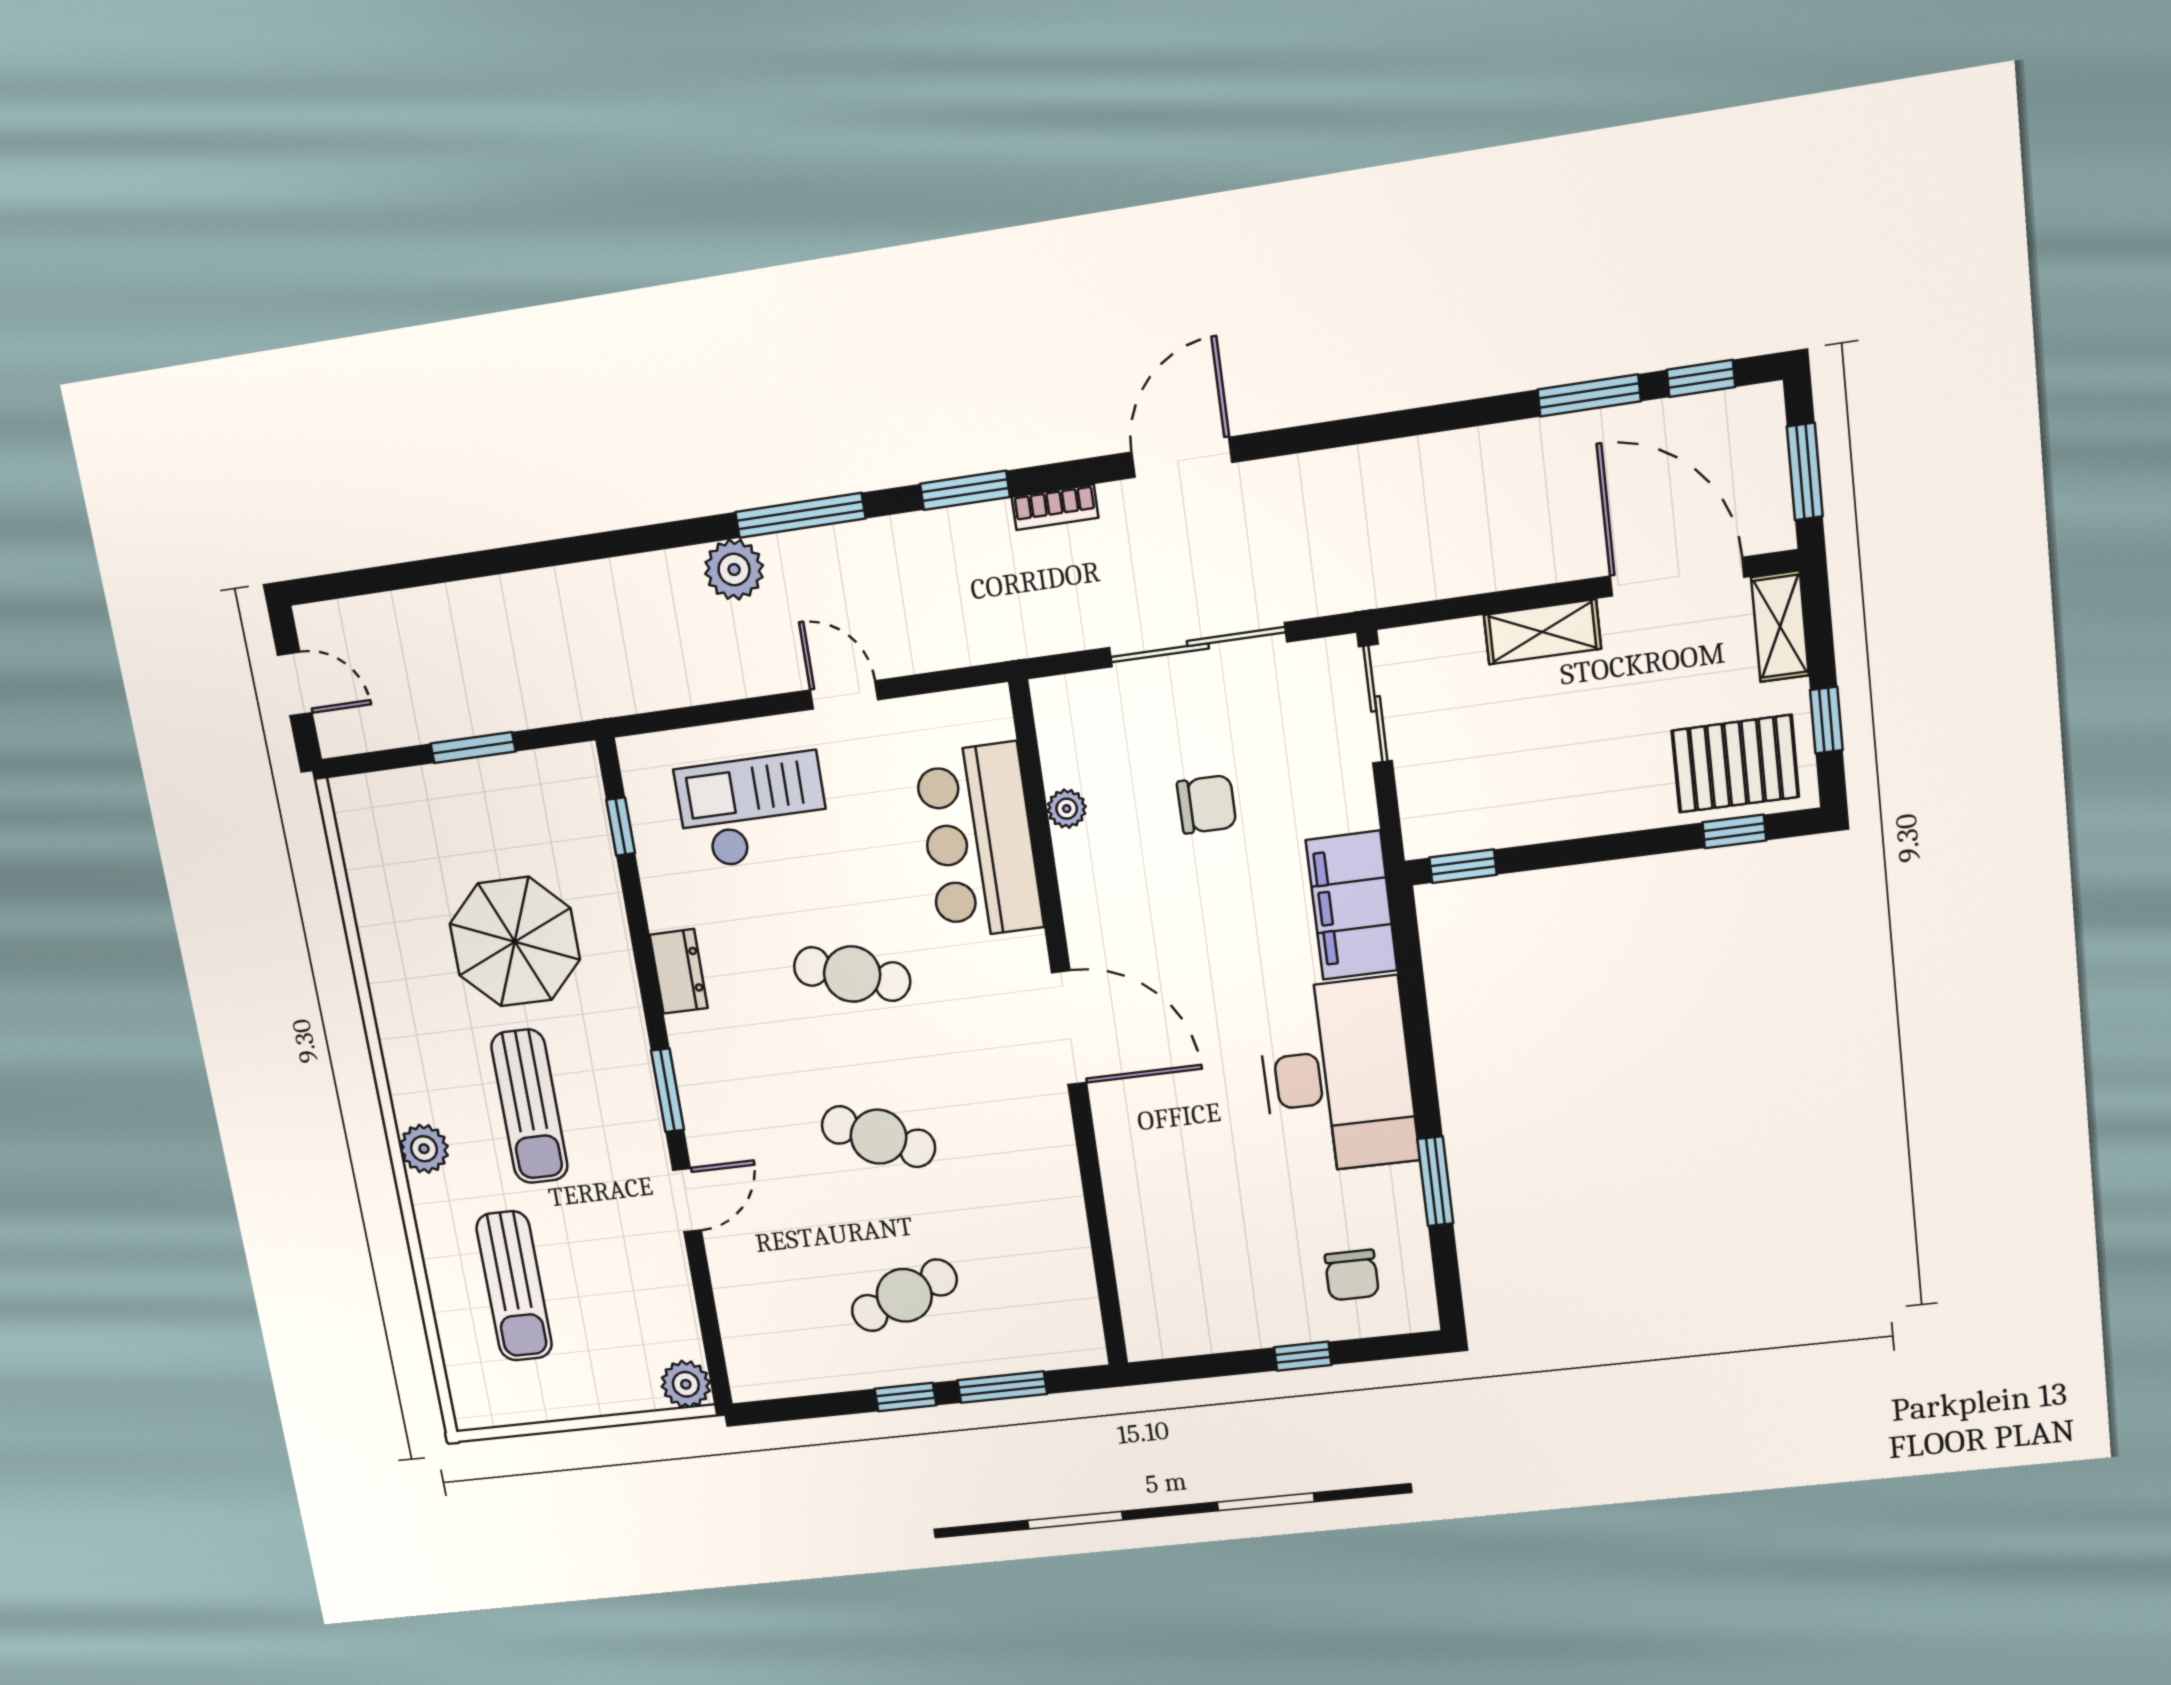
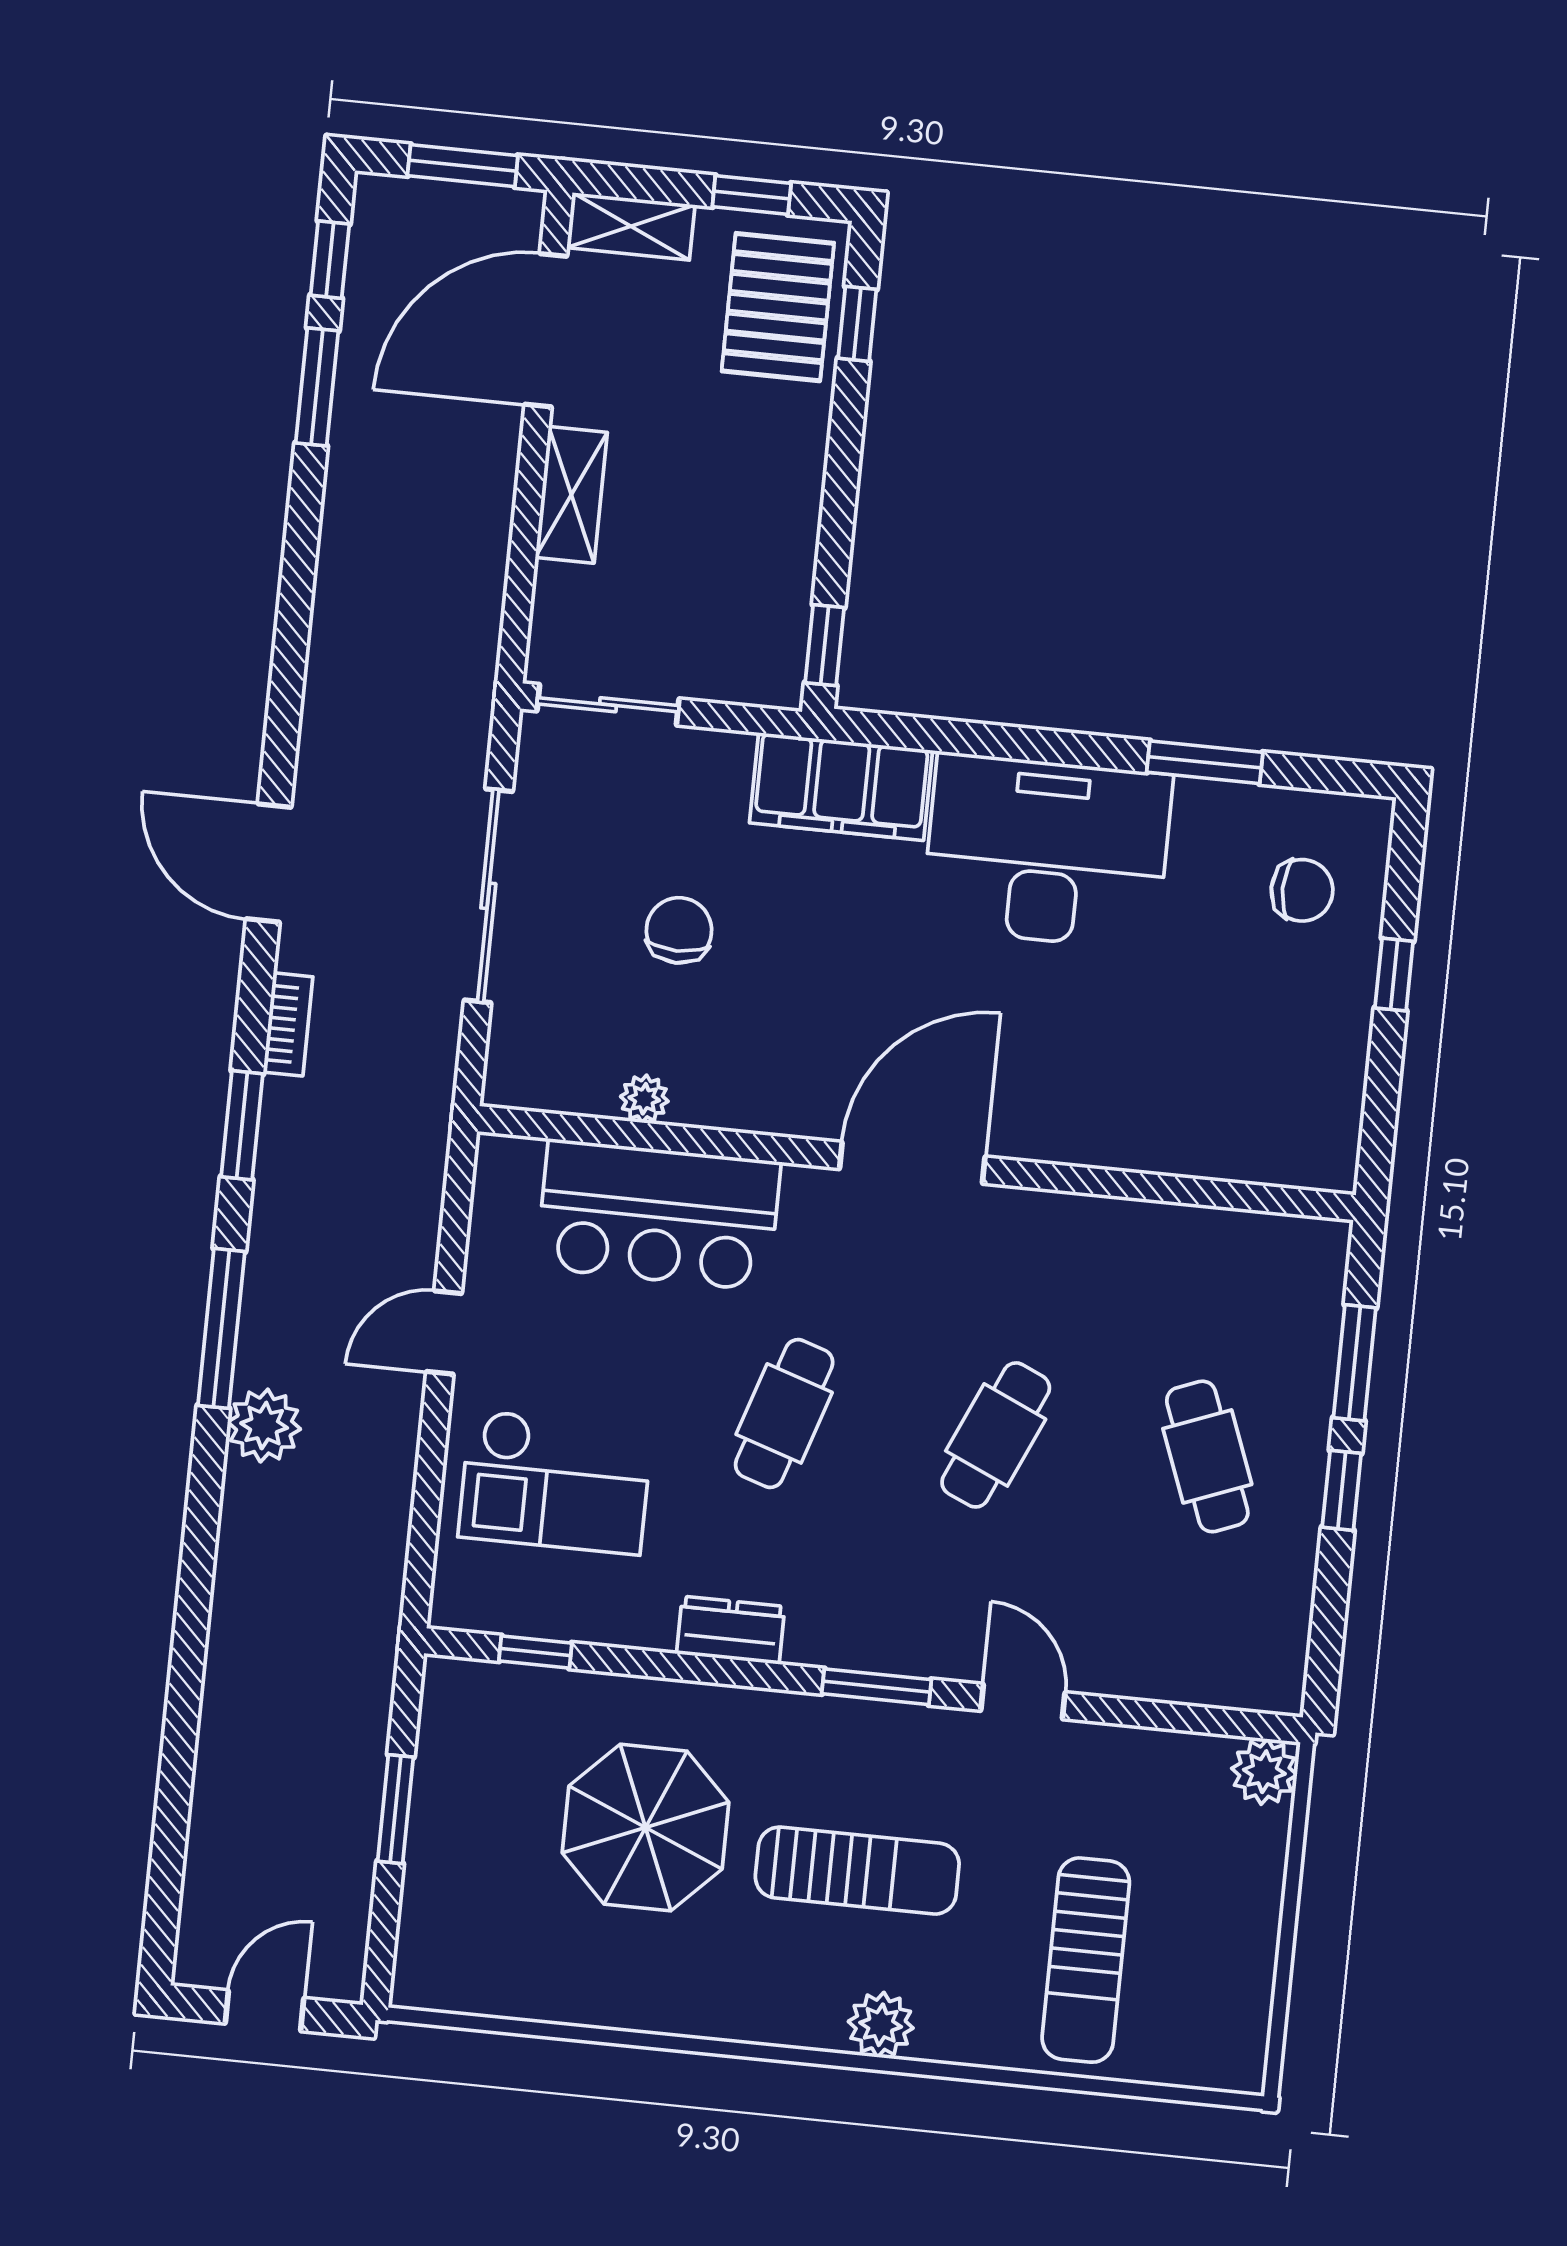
checkout: (753, 811) -> (555, 1482), turned -90
sun lounger: (514, 1286) -> (1086, 1960), turned 90

